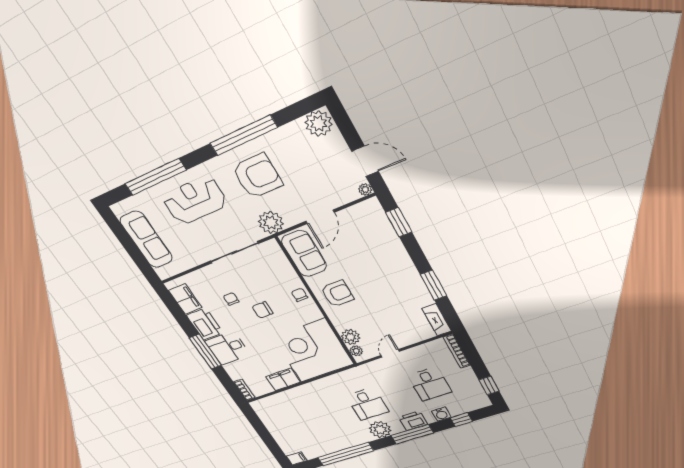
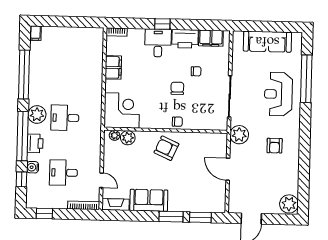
window: (243, 135) -> (304, 153), removed
armchair: (257, 176) -> (275, 146), width x0.53, depth x0.53
plant: (365, 189) -> (233, 208), removed
reception desk: (195, 200) -> (278, 94), turned 180
sofa: (304, 254) -> (149, 200), moved, turned 180
window: (434, 285) -> (171, 217), moved
armchair: (337, 294) -> (166, 148), turned 114
corner desk: (313, 351) -> (122, 110), width x0.74, depth x0.74
window: (205, 352) -> (162, 24), width x0.46
door: (390, 353) -> (101, 180), moved
window: (412, 434) -> (22, 136), width x1.46

